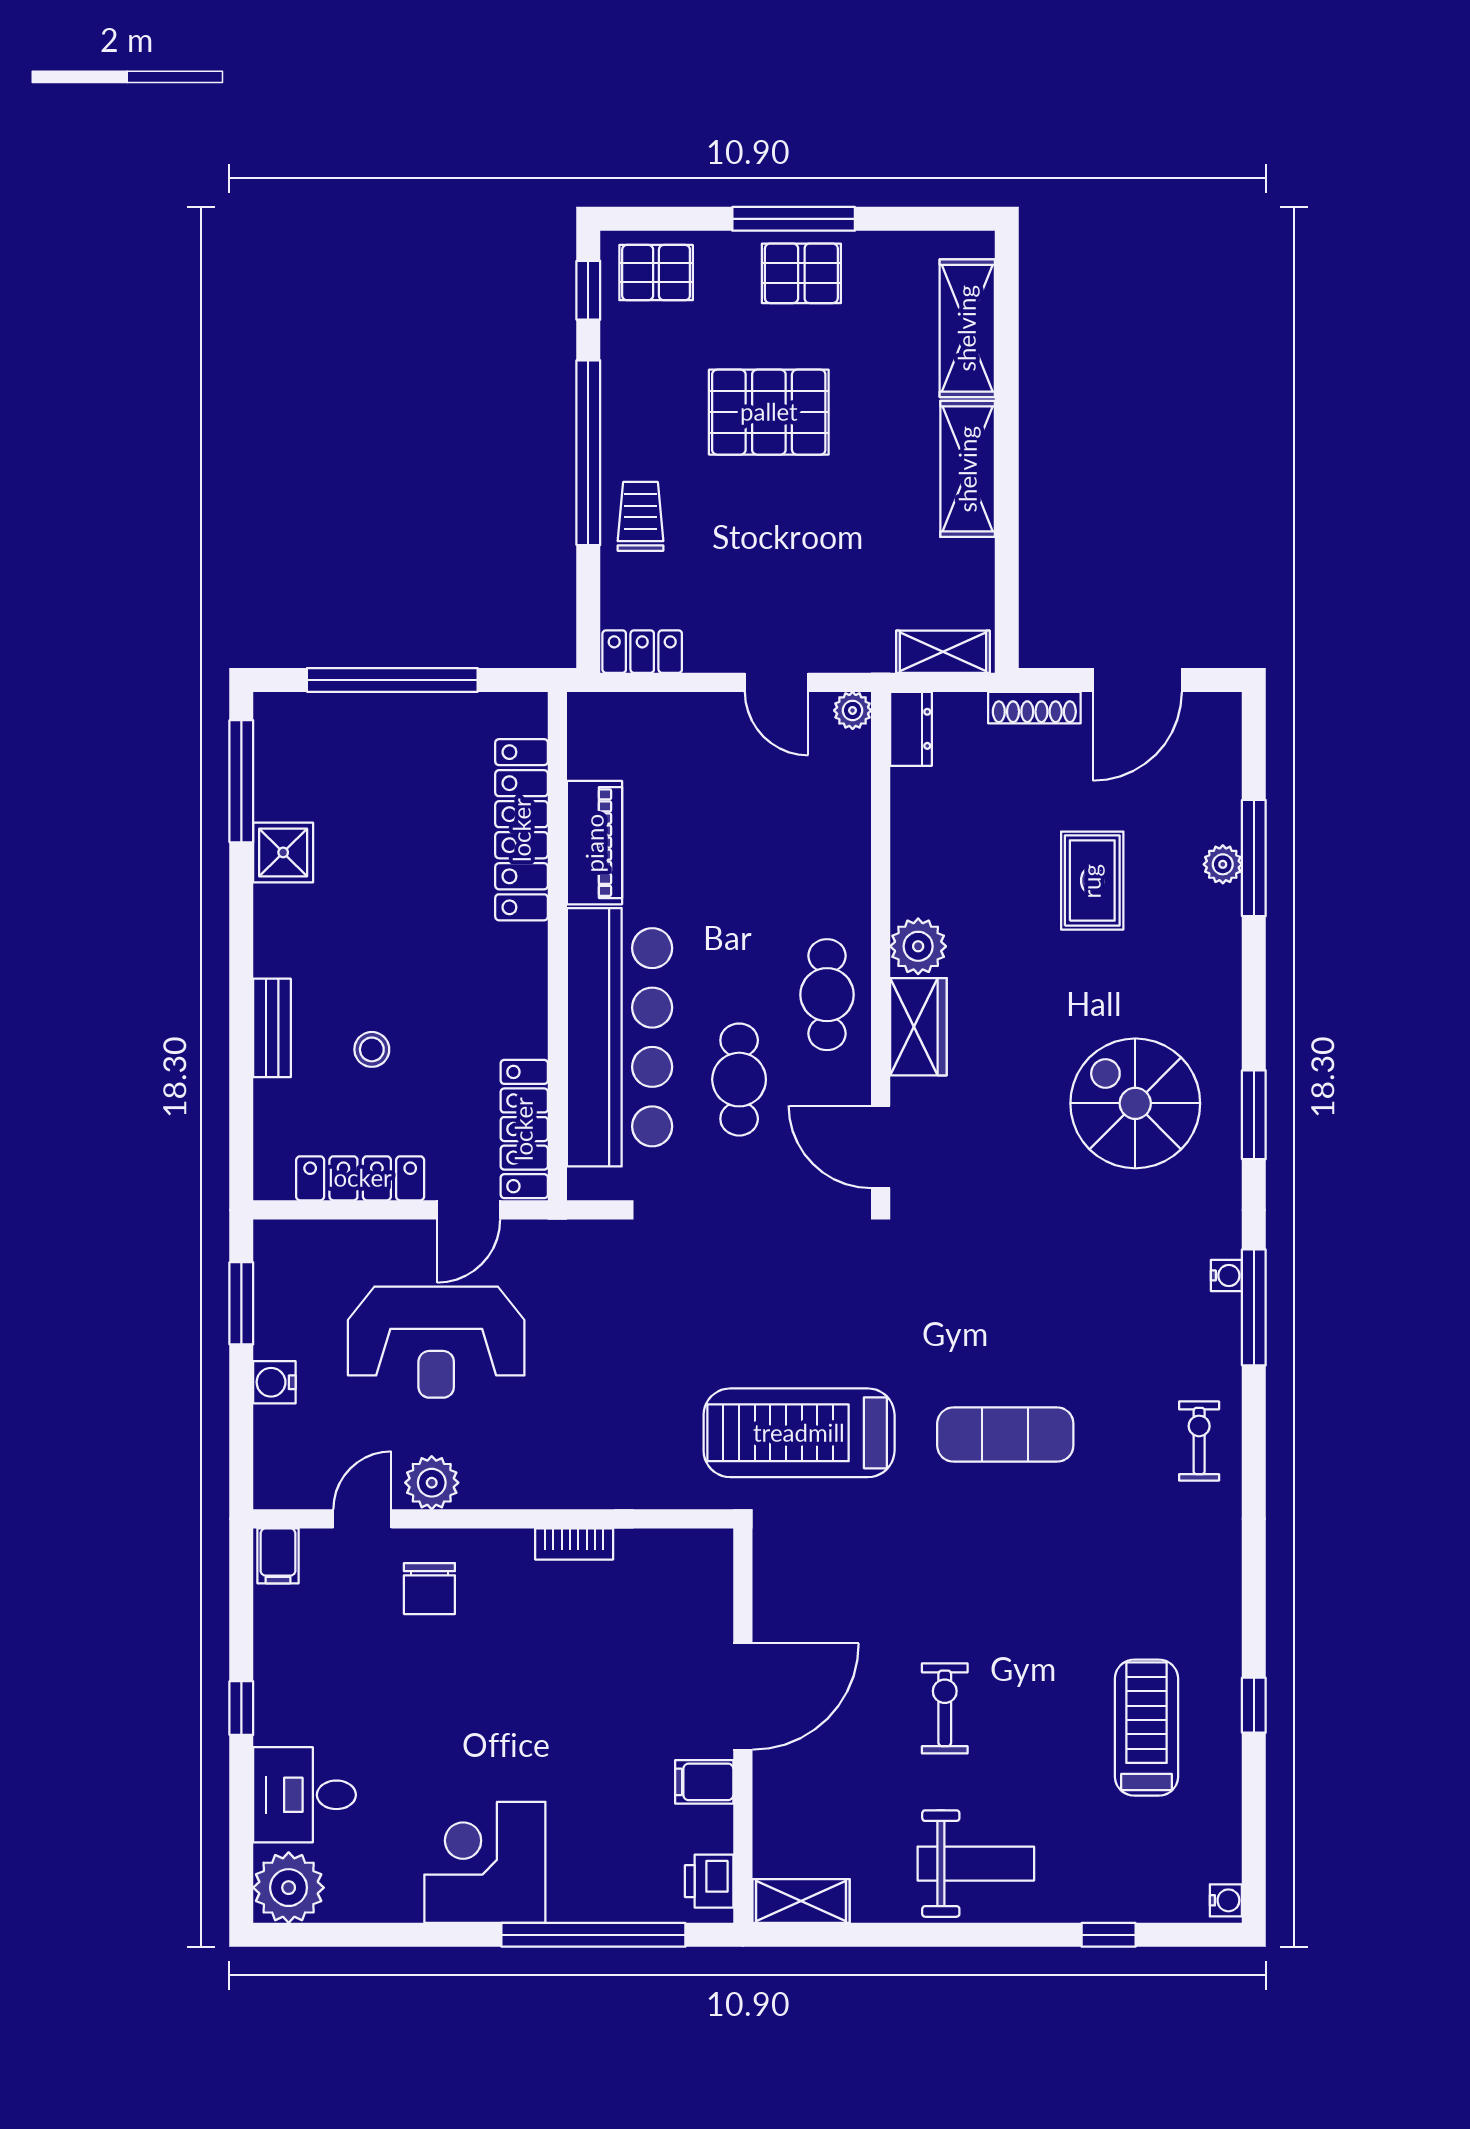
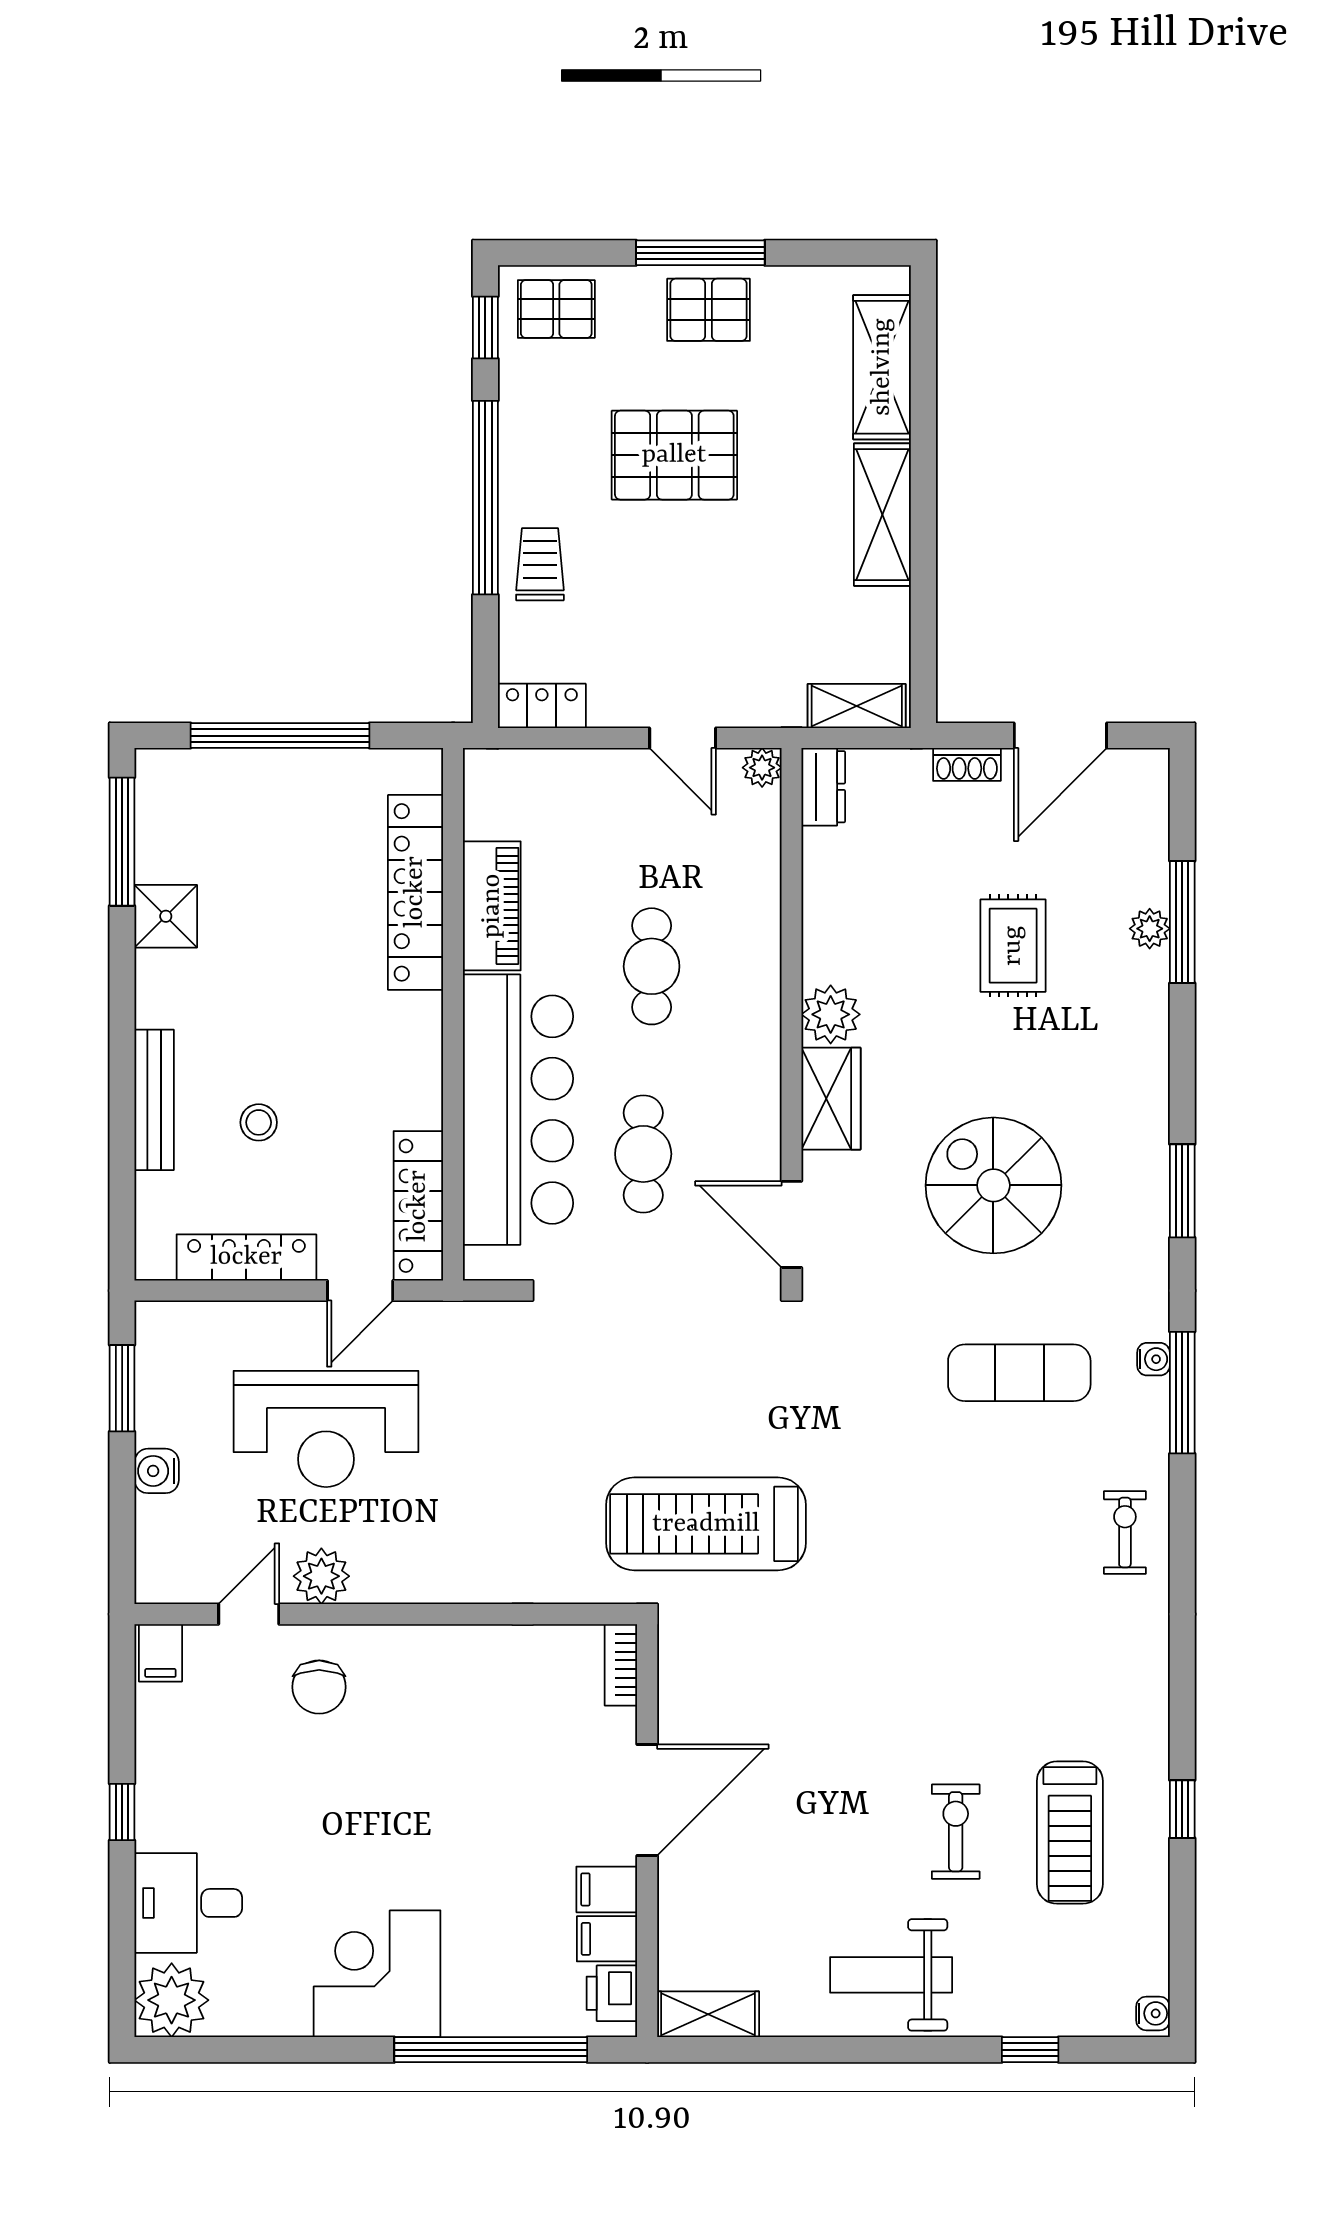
shoe rack: (1034, 708) -> (967, 764), width x0.70
cafe table: (827, 995) -> (652, 966), moved
bench: (272, 1028) -> (154, 1100), width x1.36
spiral stairs: (1135, 1103) -> (993, 1185), moved
exercise mat: (1005, 1435) -> (1019, 1373), moved
bookcase: (574, 1544) -> (621, 1665), moved, turned 90
exercise bike: (945, 1708) -> (956, 1832), moved
treadmill: (1147, 1728) -> (1070, 1833), turned 180
filing cabinet: (705, 1829) -> (607, 1939), added
weight bench: (976, 1864) -> (891, 1975), turned 180

